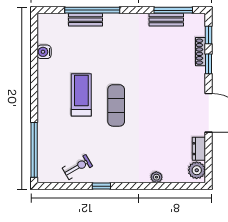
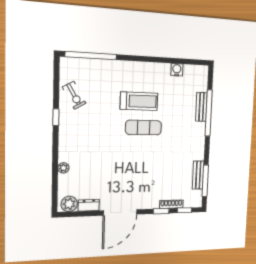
exercise mat: (116, 105) -> (143, 128), moved

